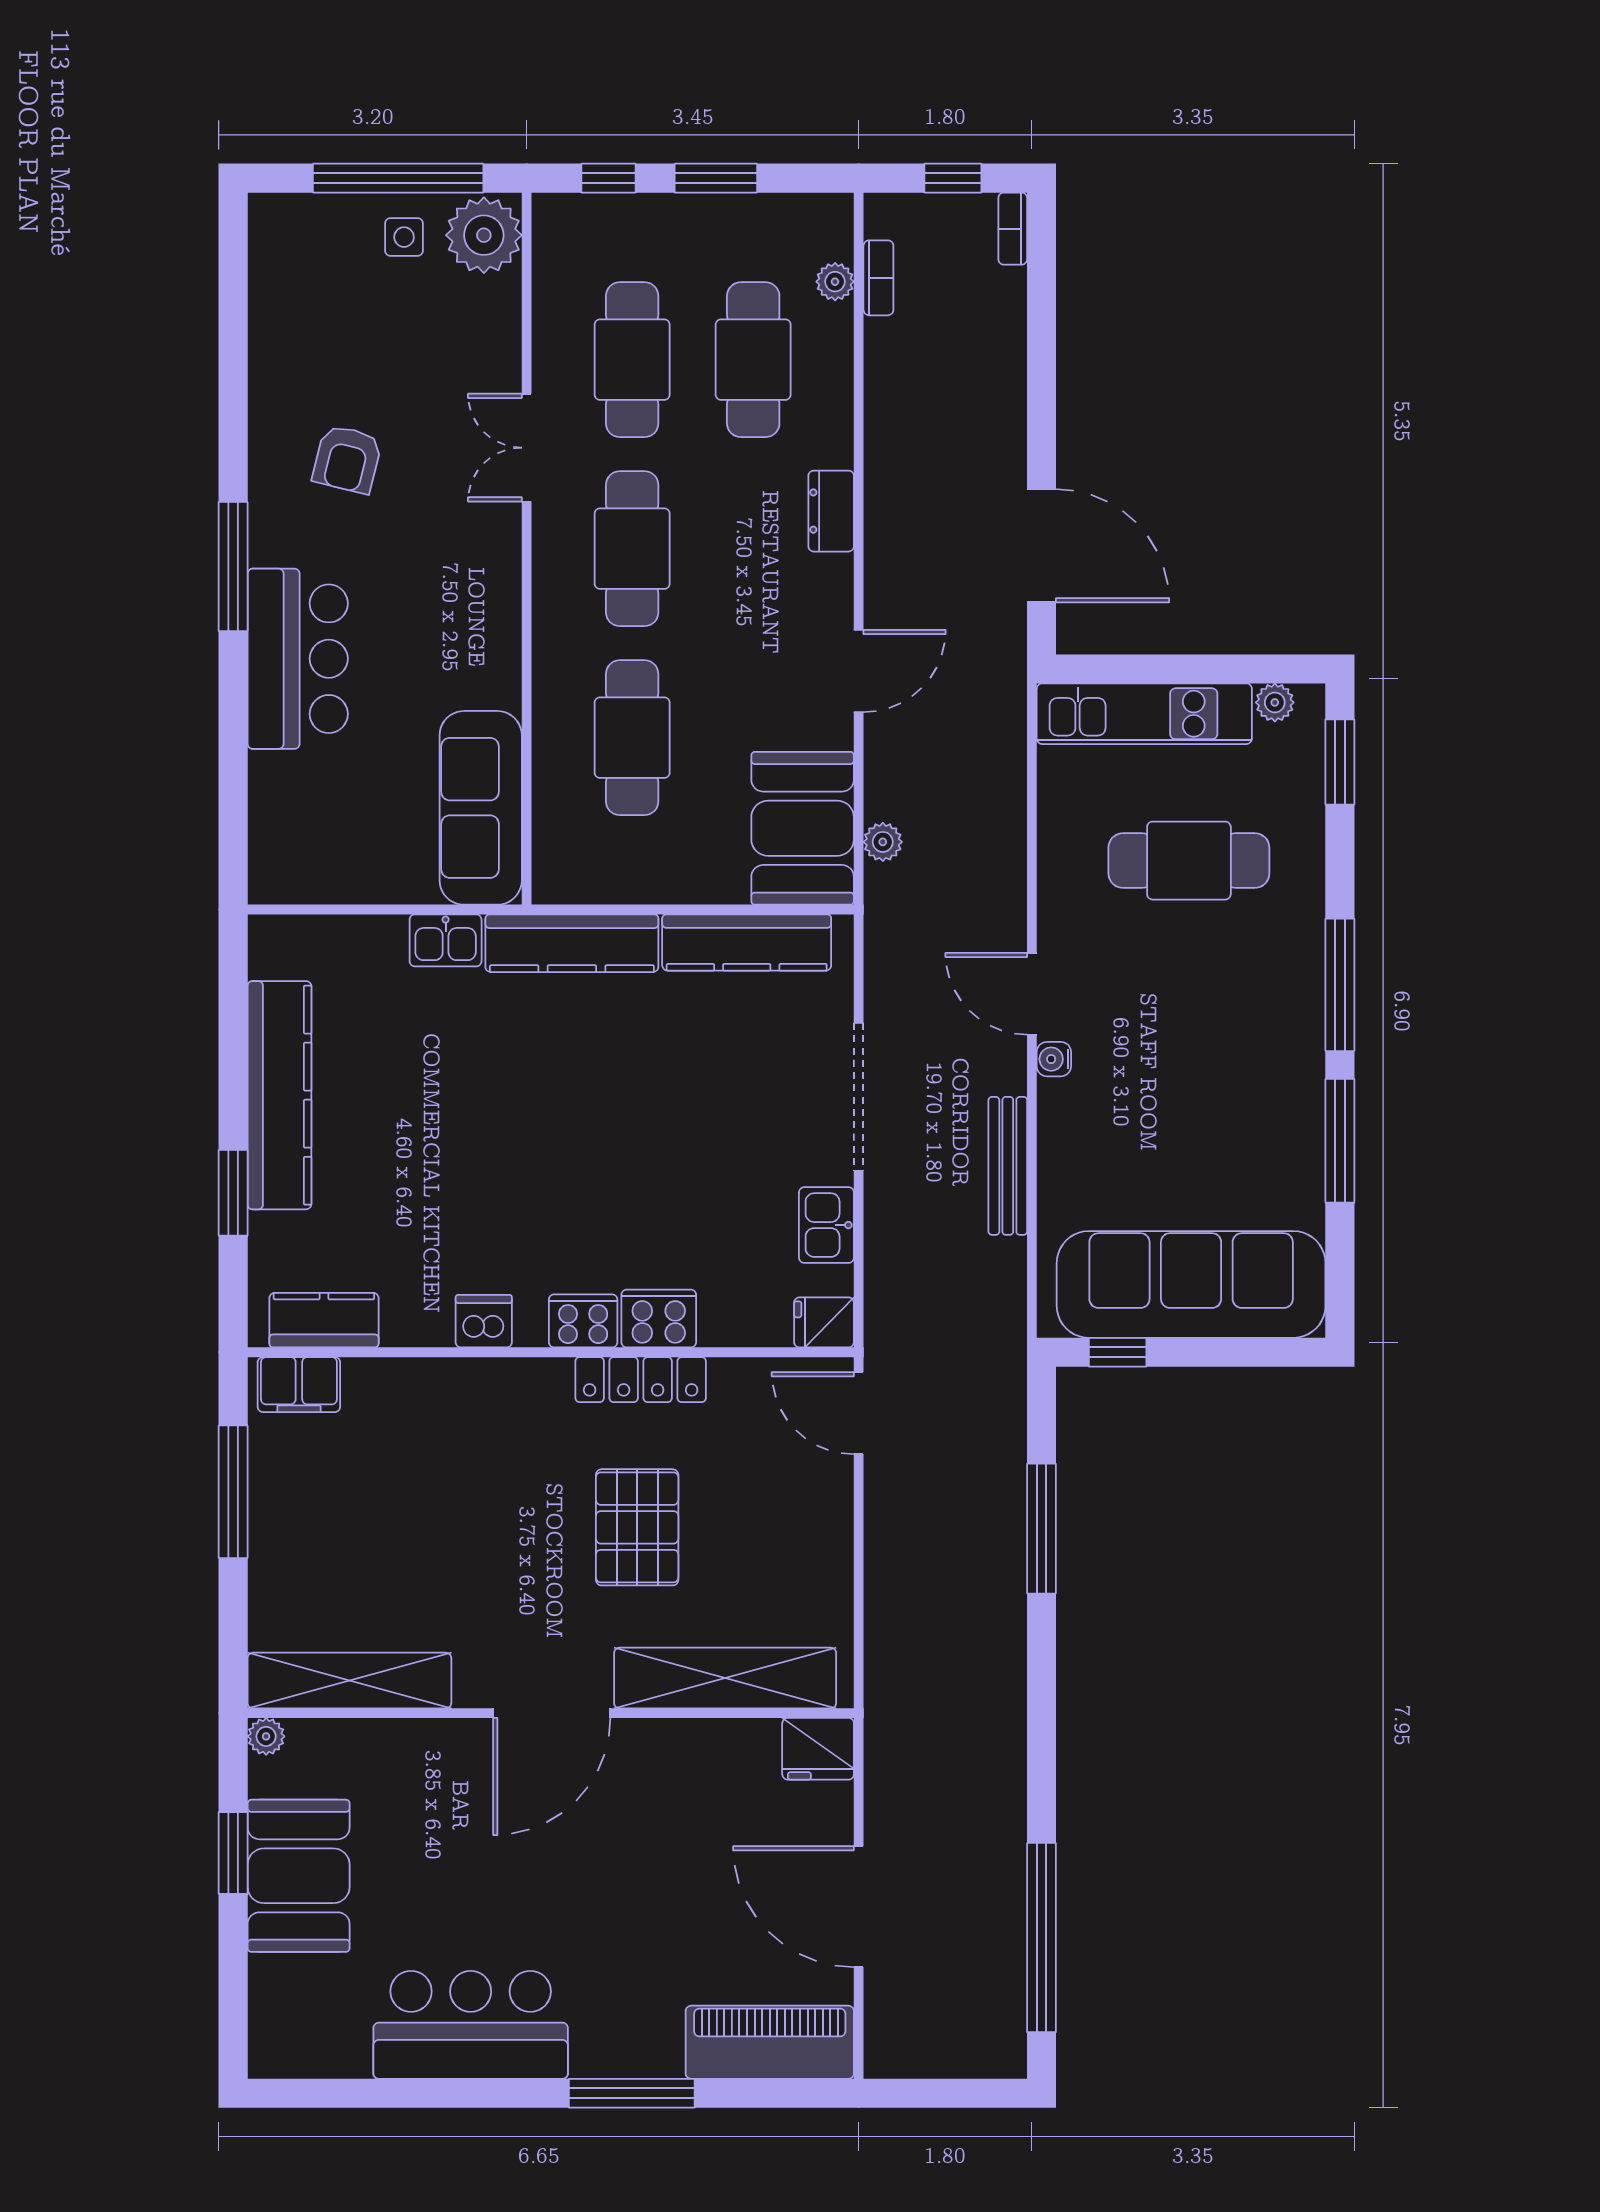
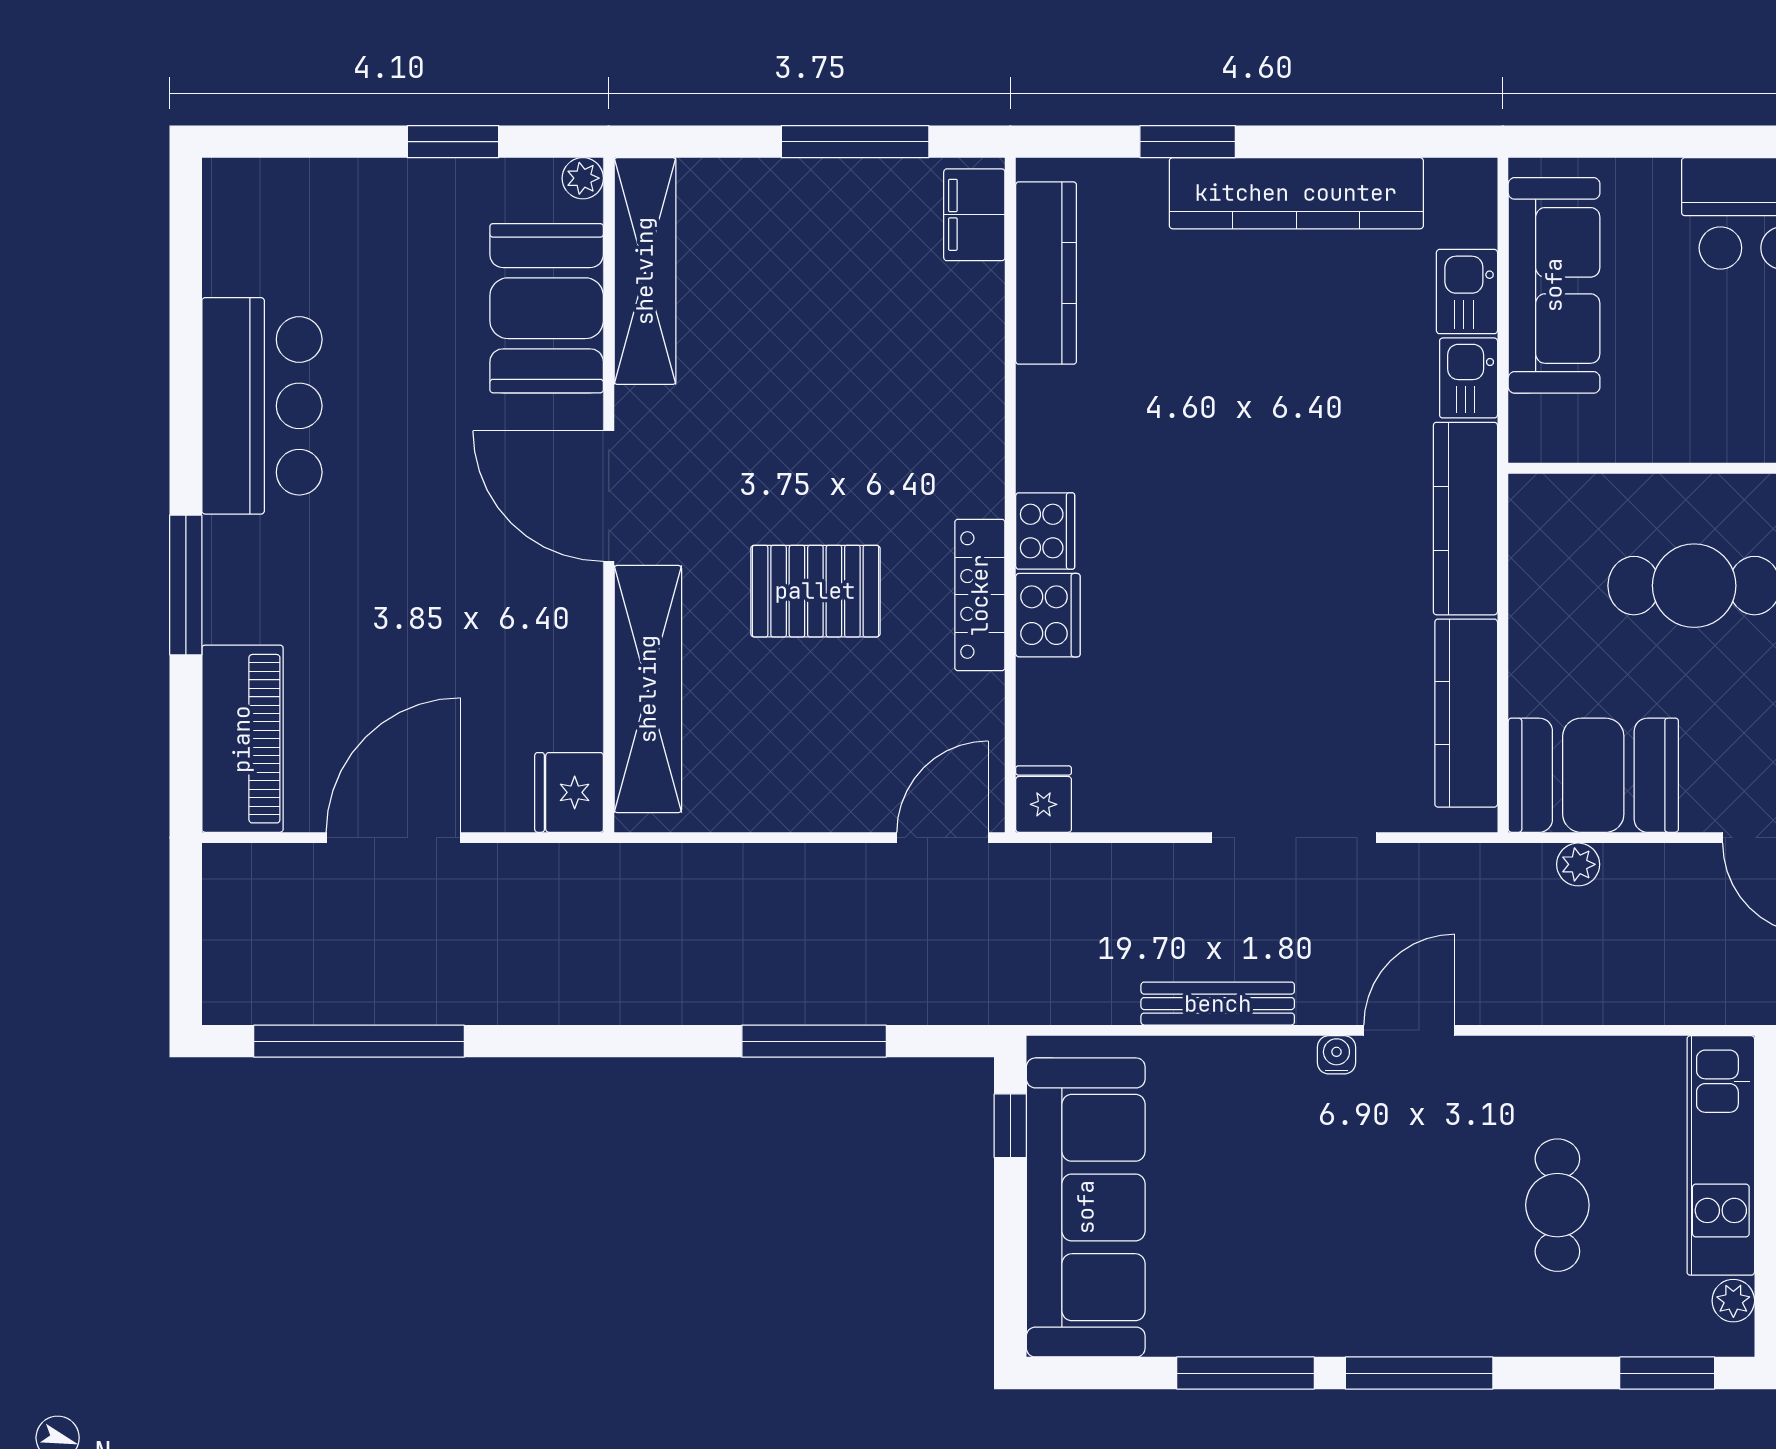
sofa: (481, 808) -> (1554, 285), moved, turned 90
cafe table: (1189, 861) -> (1557, 1205), width x0.73, depth x0.74
kitchen sink: (826, 1225) -> (1467, 292), moved, turned -90
kitchen counter: (324, 1320) -> (1046, 273), width x1.50
dishwasher: (484, 1321) -> (1045, 420), removed
booth: (299, 1876) -> (547, 308), moved, turned 90

